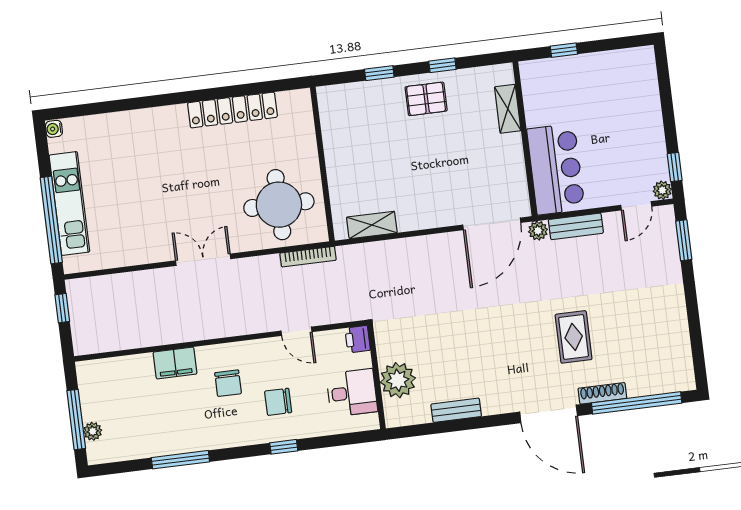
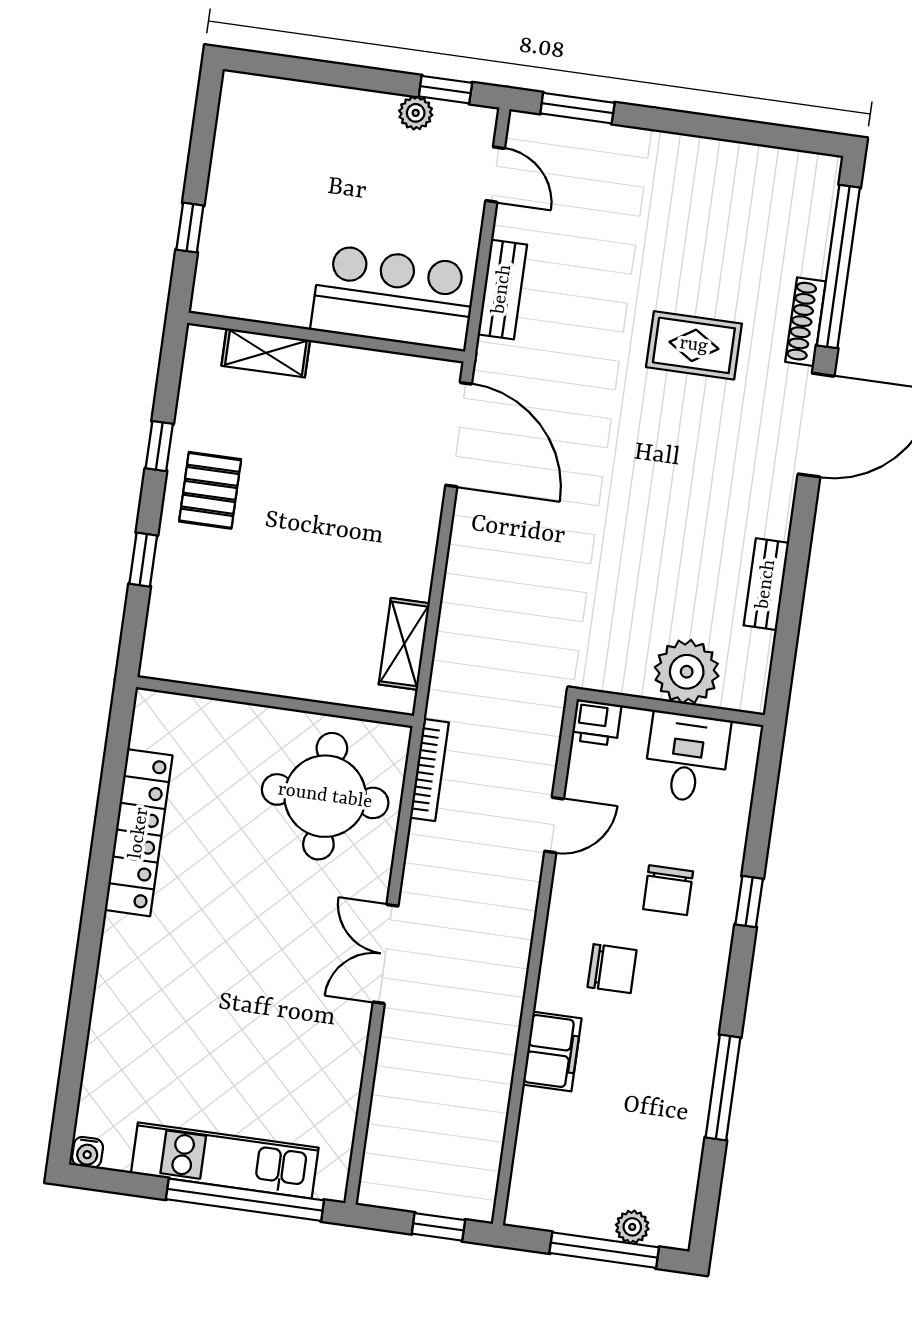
plant: (662, 190) -> (416, 113), moved
plant: (538, 231) -> (492, 357), removed
window: (62, 308) -> (438, 1227), moved

